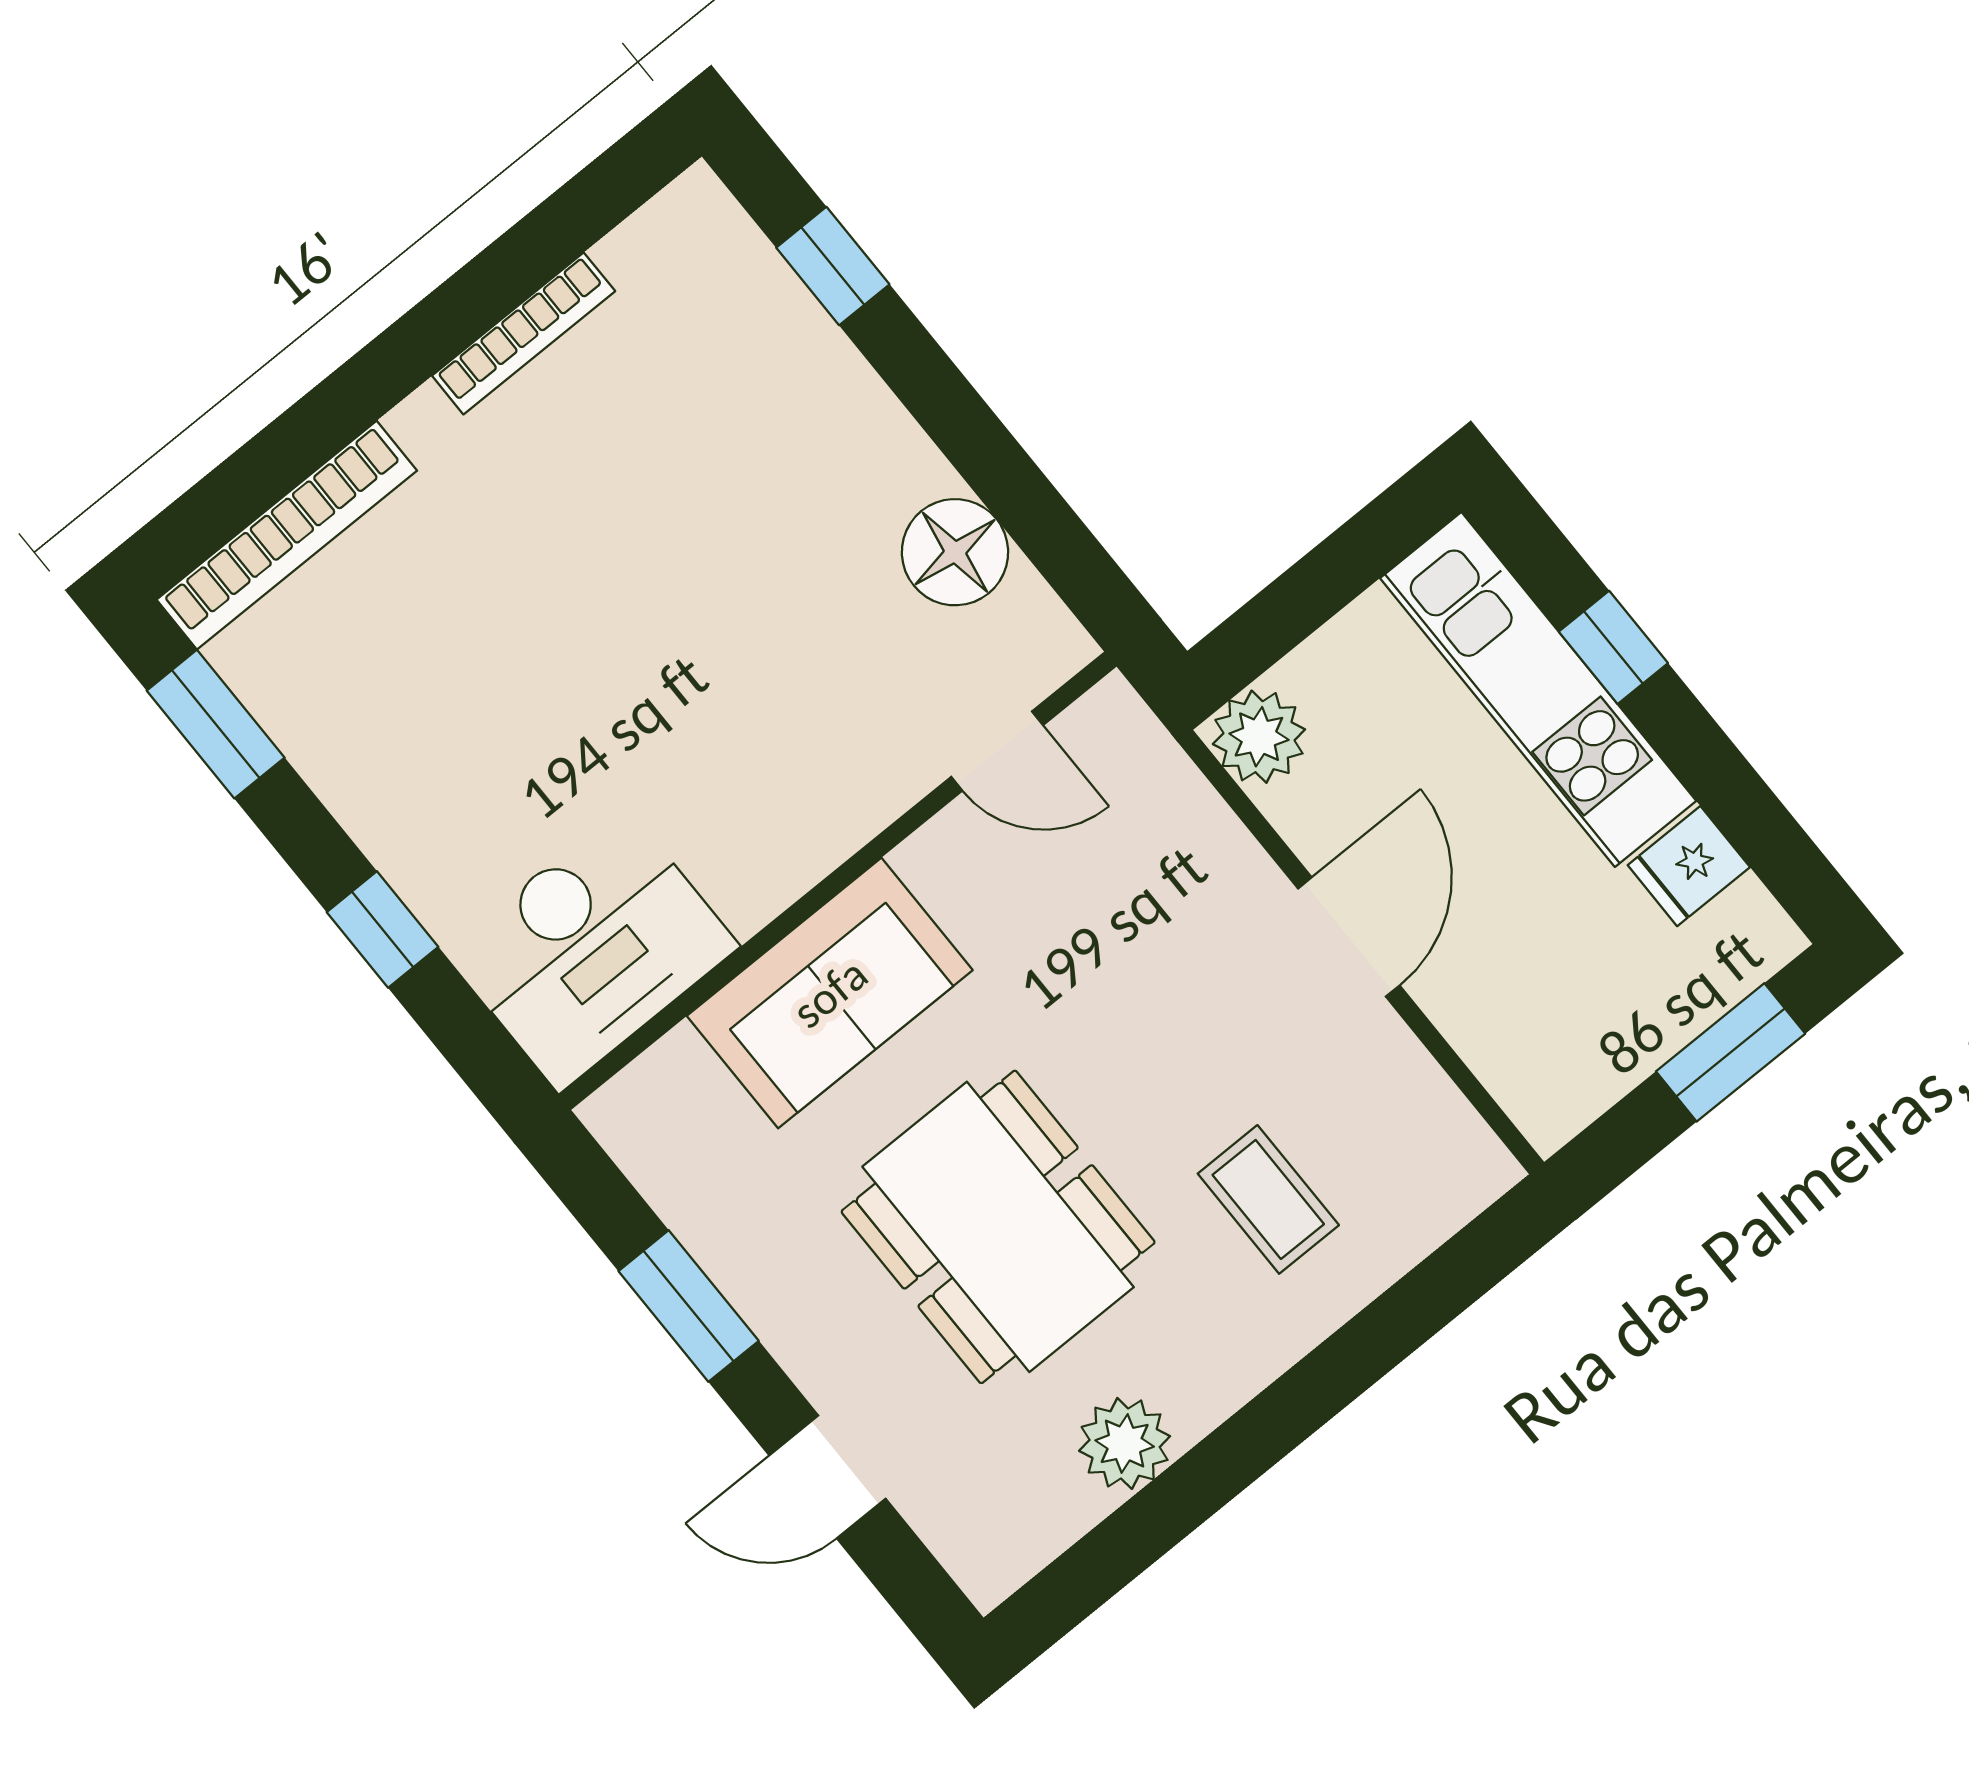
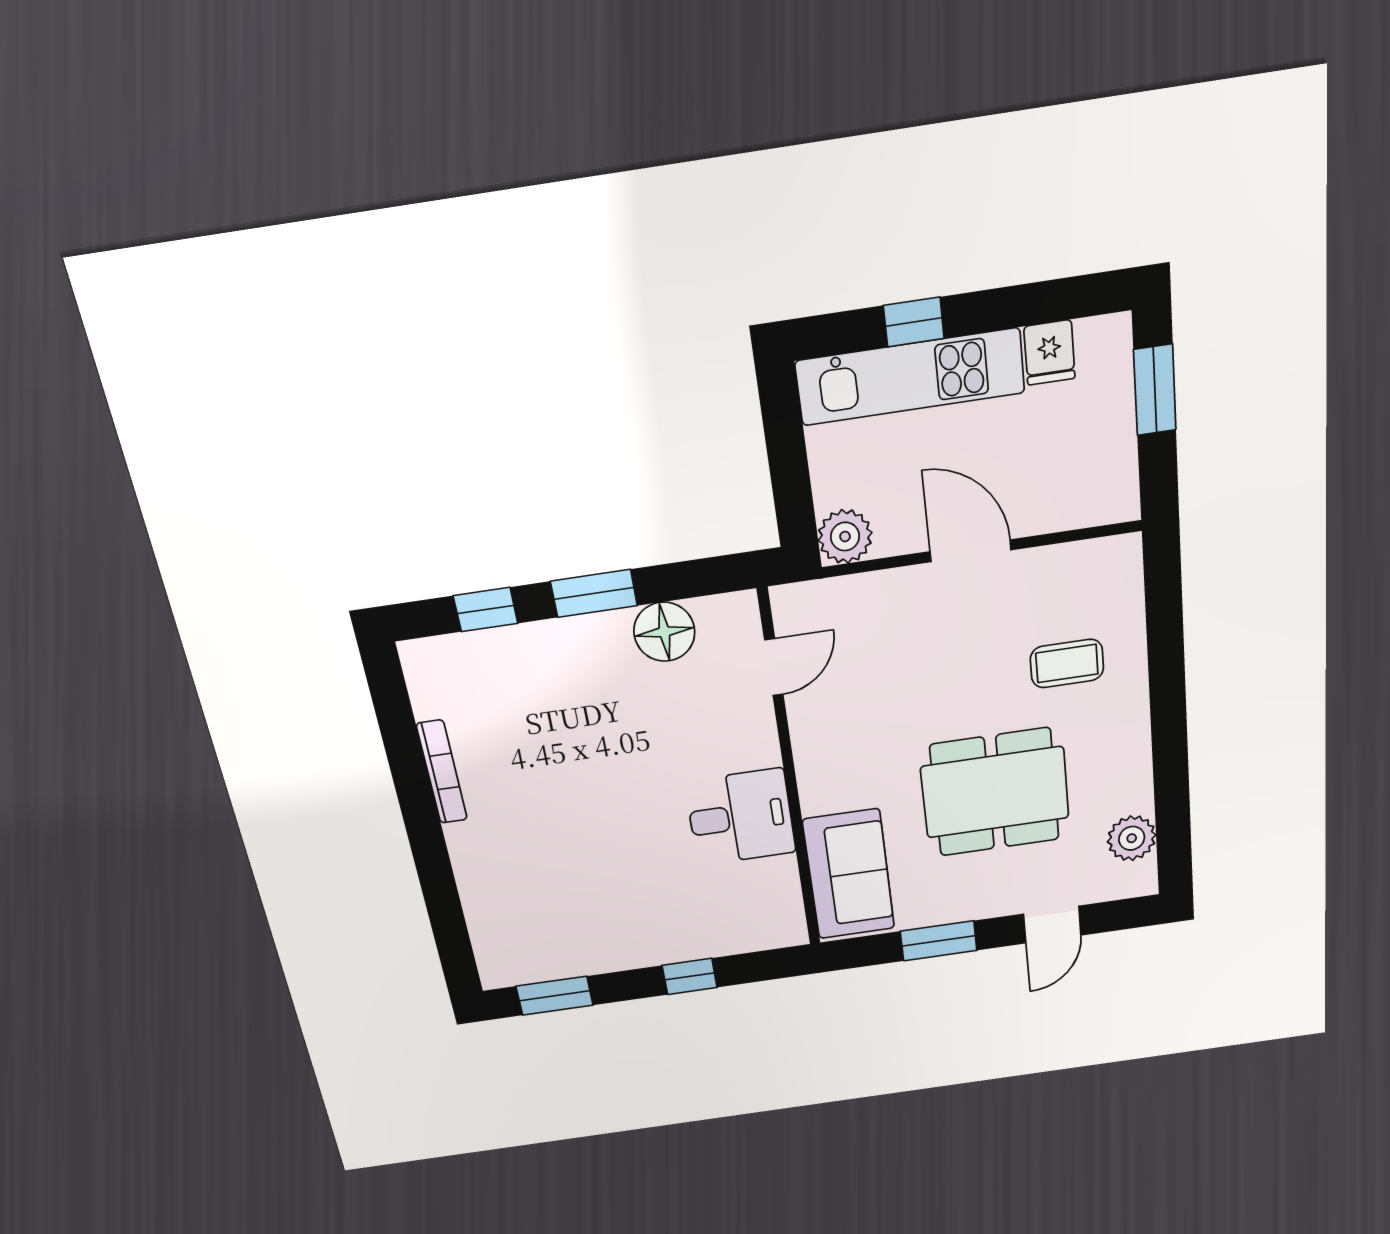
window: (953, 414) -> (594, 593), added
bookcase: (287, 535) -> (483, 923), removed
desk: (592, 949) -> (740, 817), moved, width x0.73
sofa: (830, 993) -> (849, 874), moved
plant: (1125, 1443) -> (1132, 838), moved

